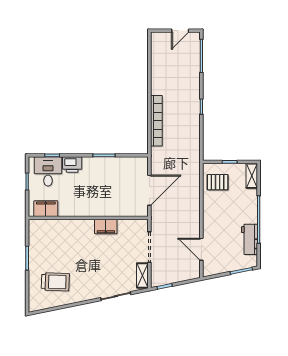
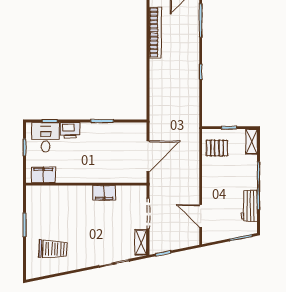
bookcase: (156, 121) -> (155, 33), moved

